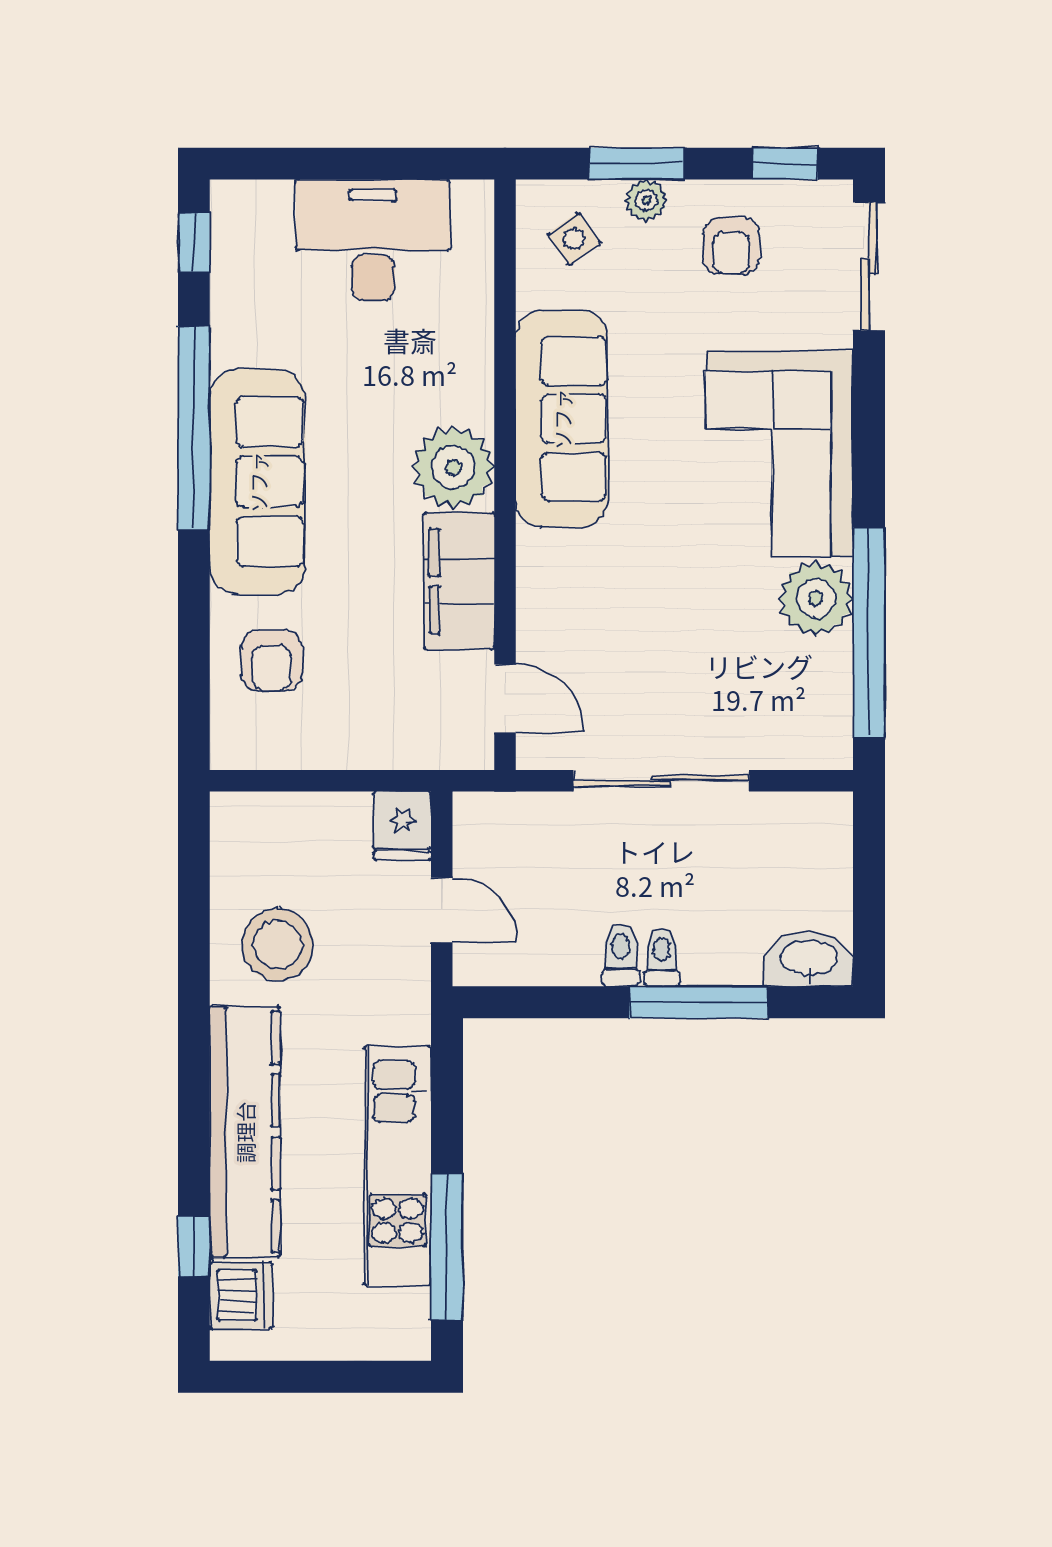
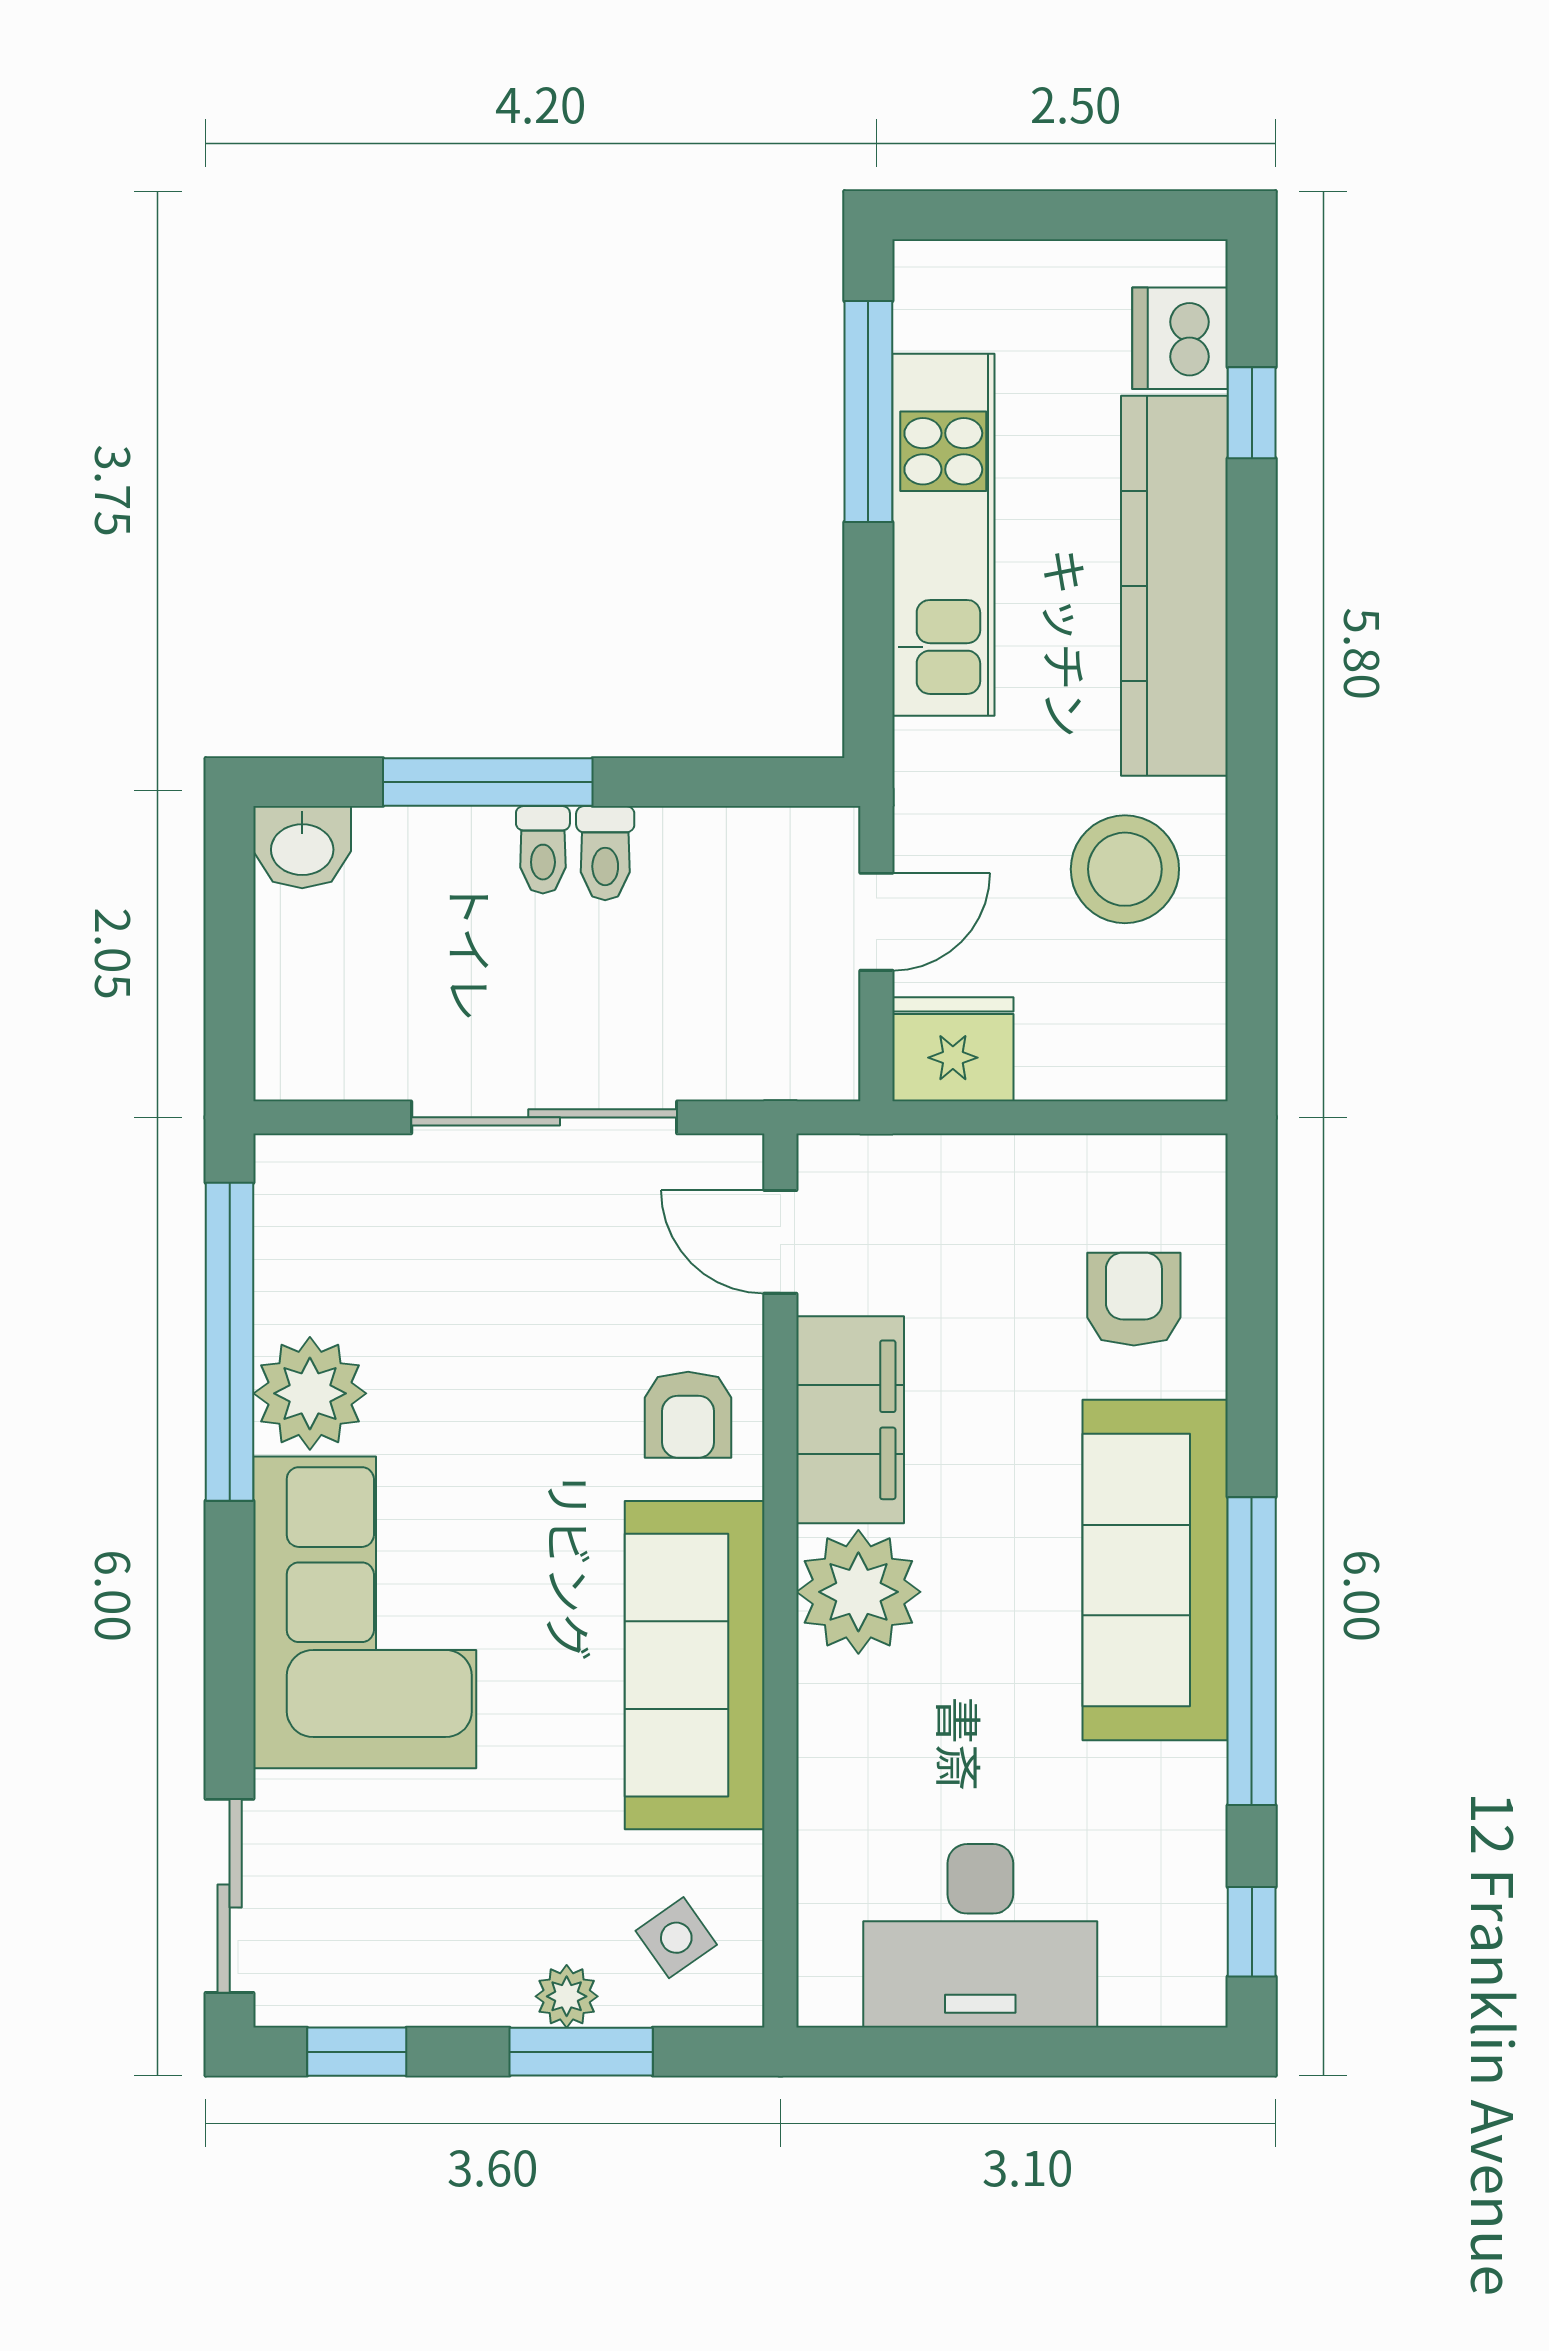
armchair: (731, 246) -> (688, 1415), moved, turned 180
fridge: (402, 826) -> (953, 1049), width x1.38
door: (442, 910) -> (876, 922), swing flipped
washbasin: (809, 959) -> (302, 847), width x0.72

